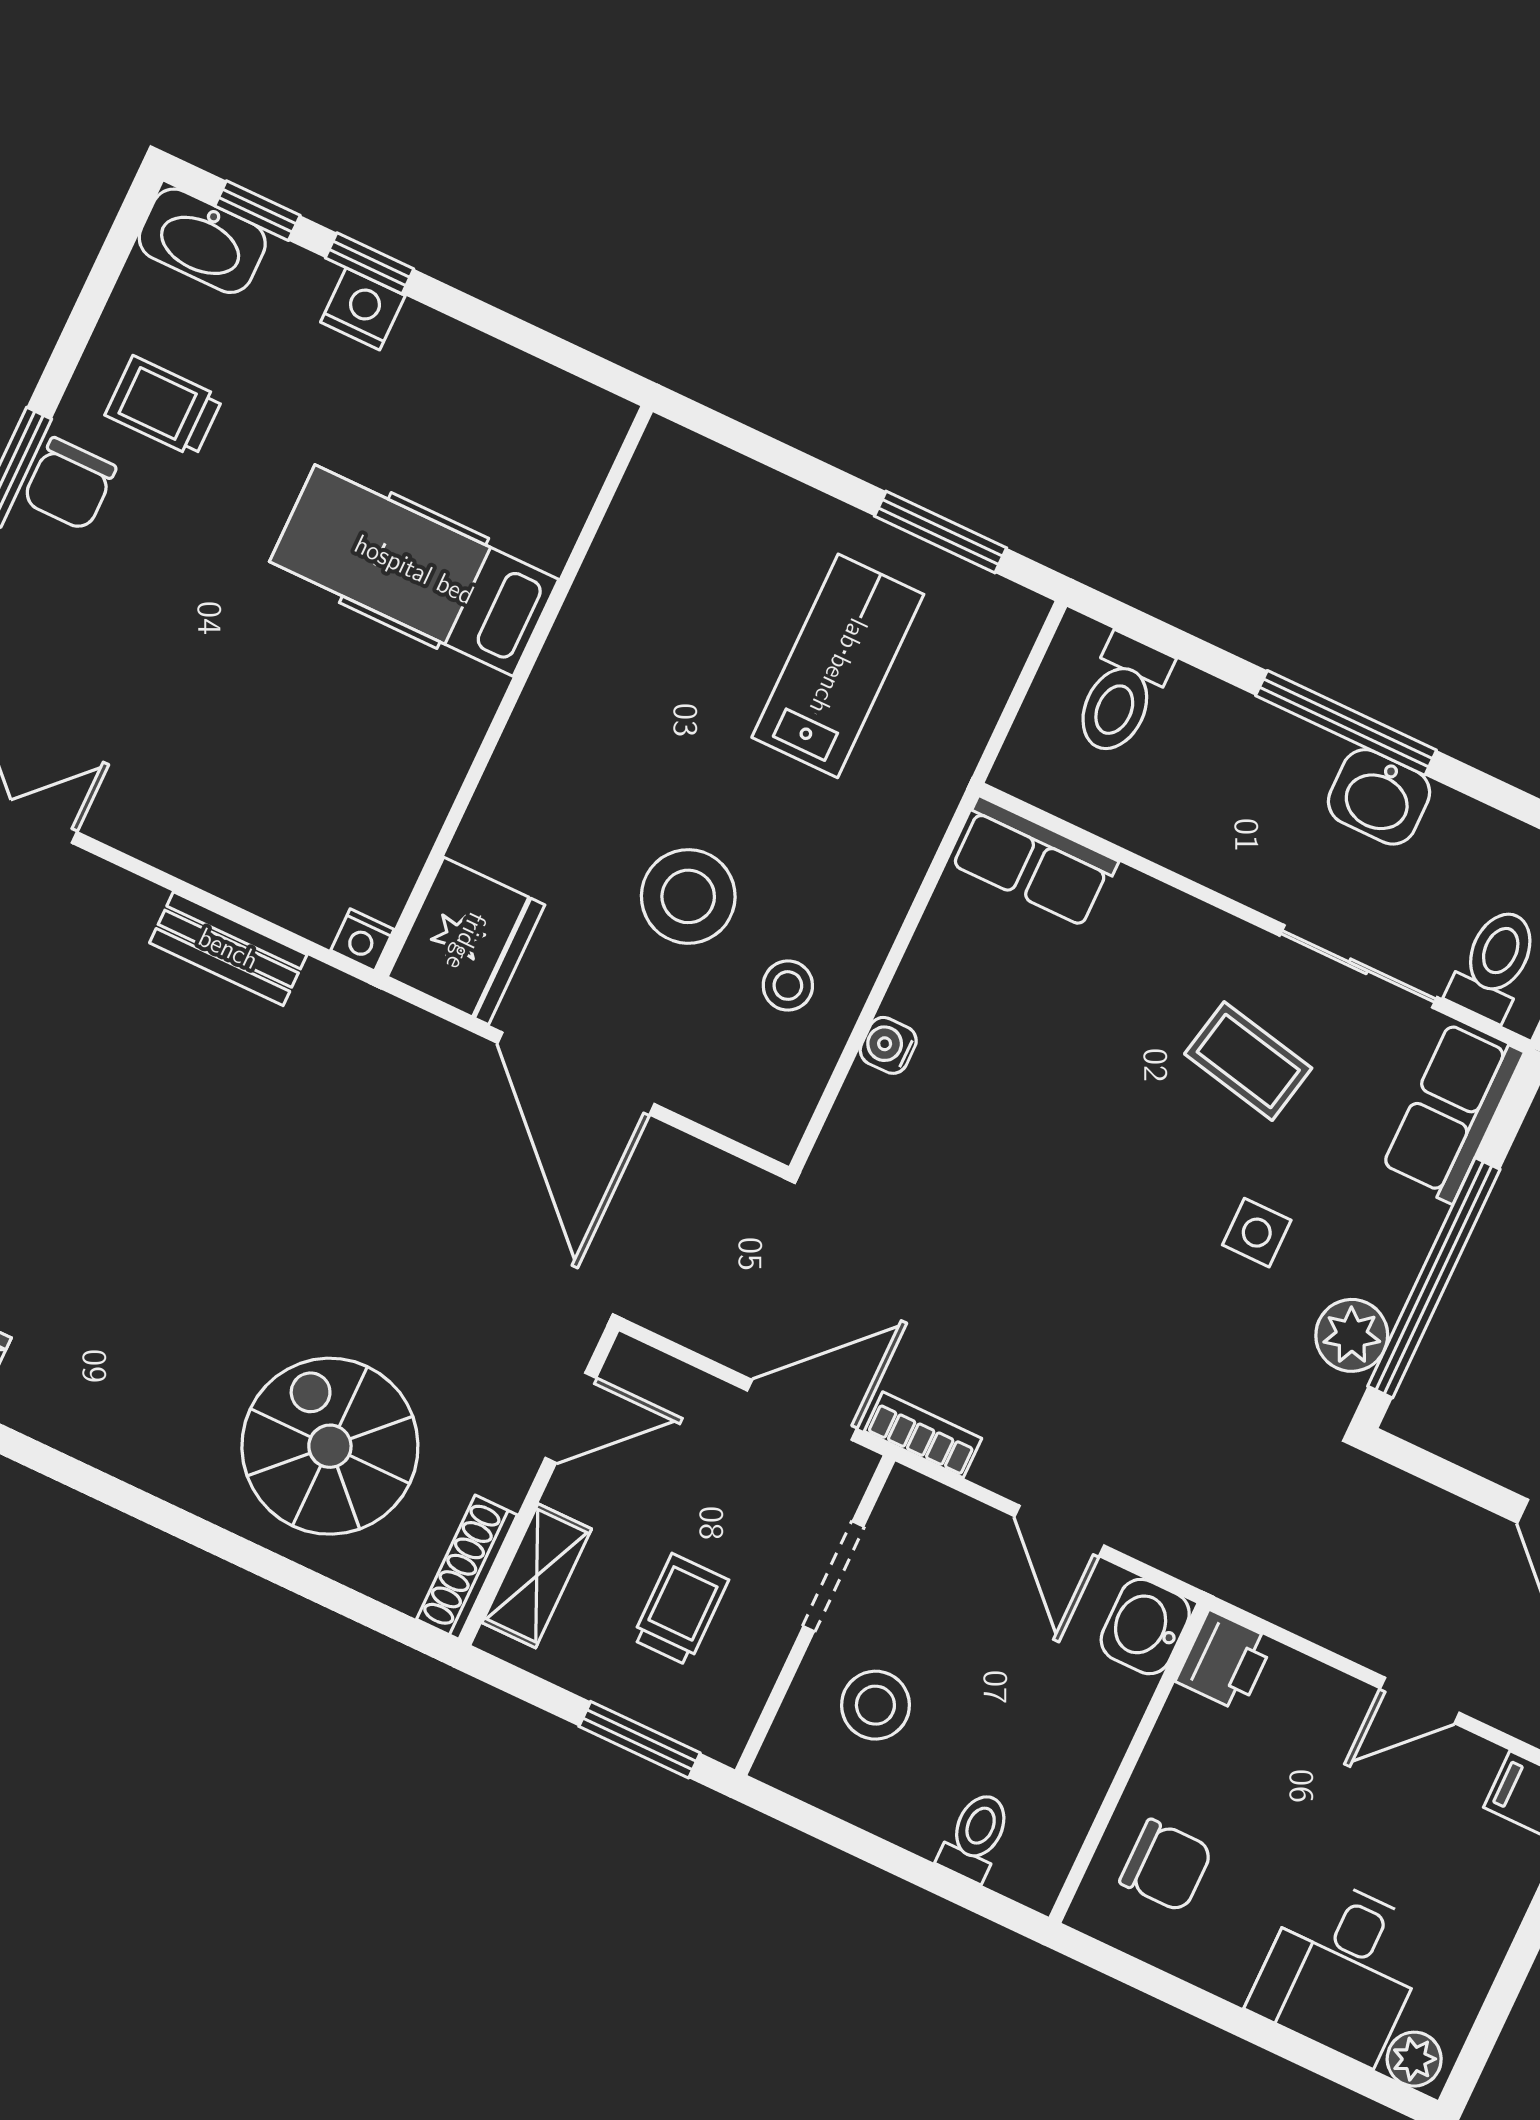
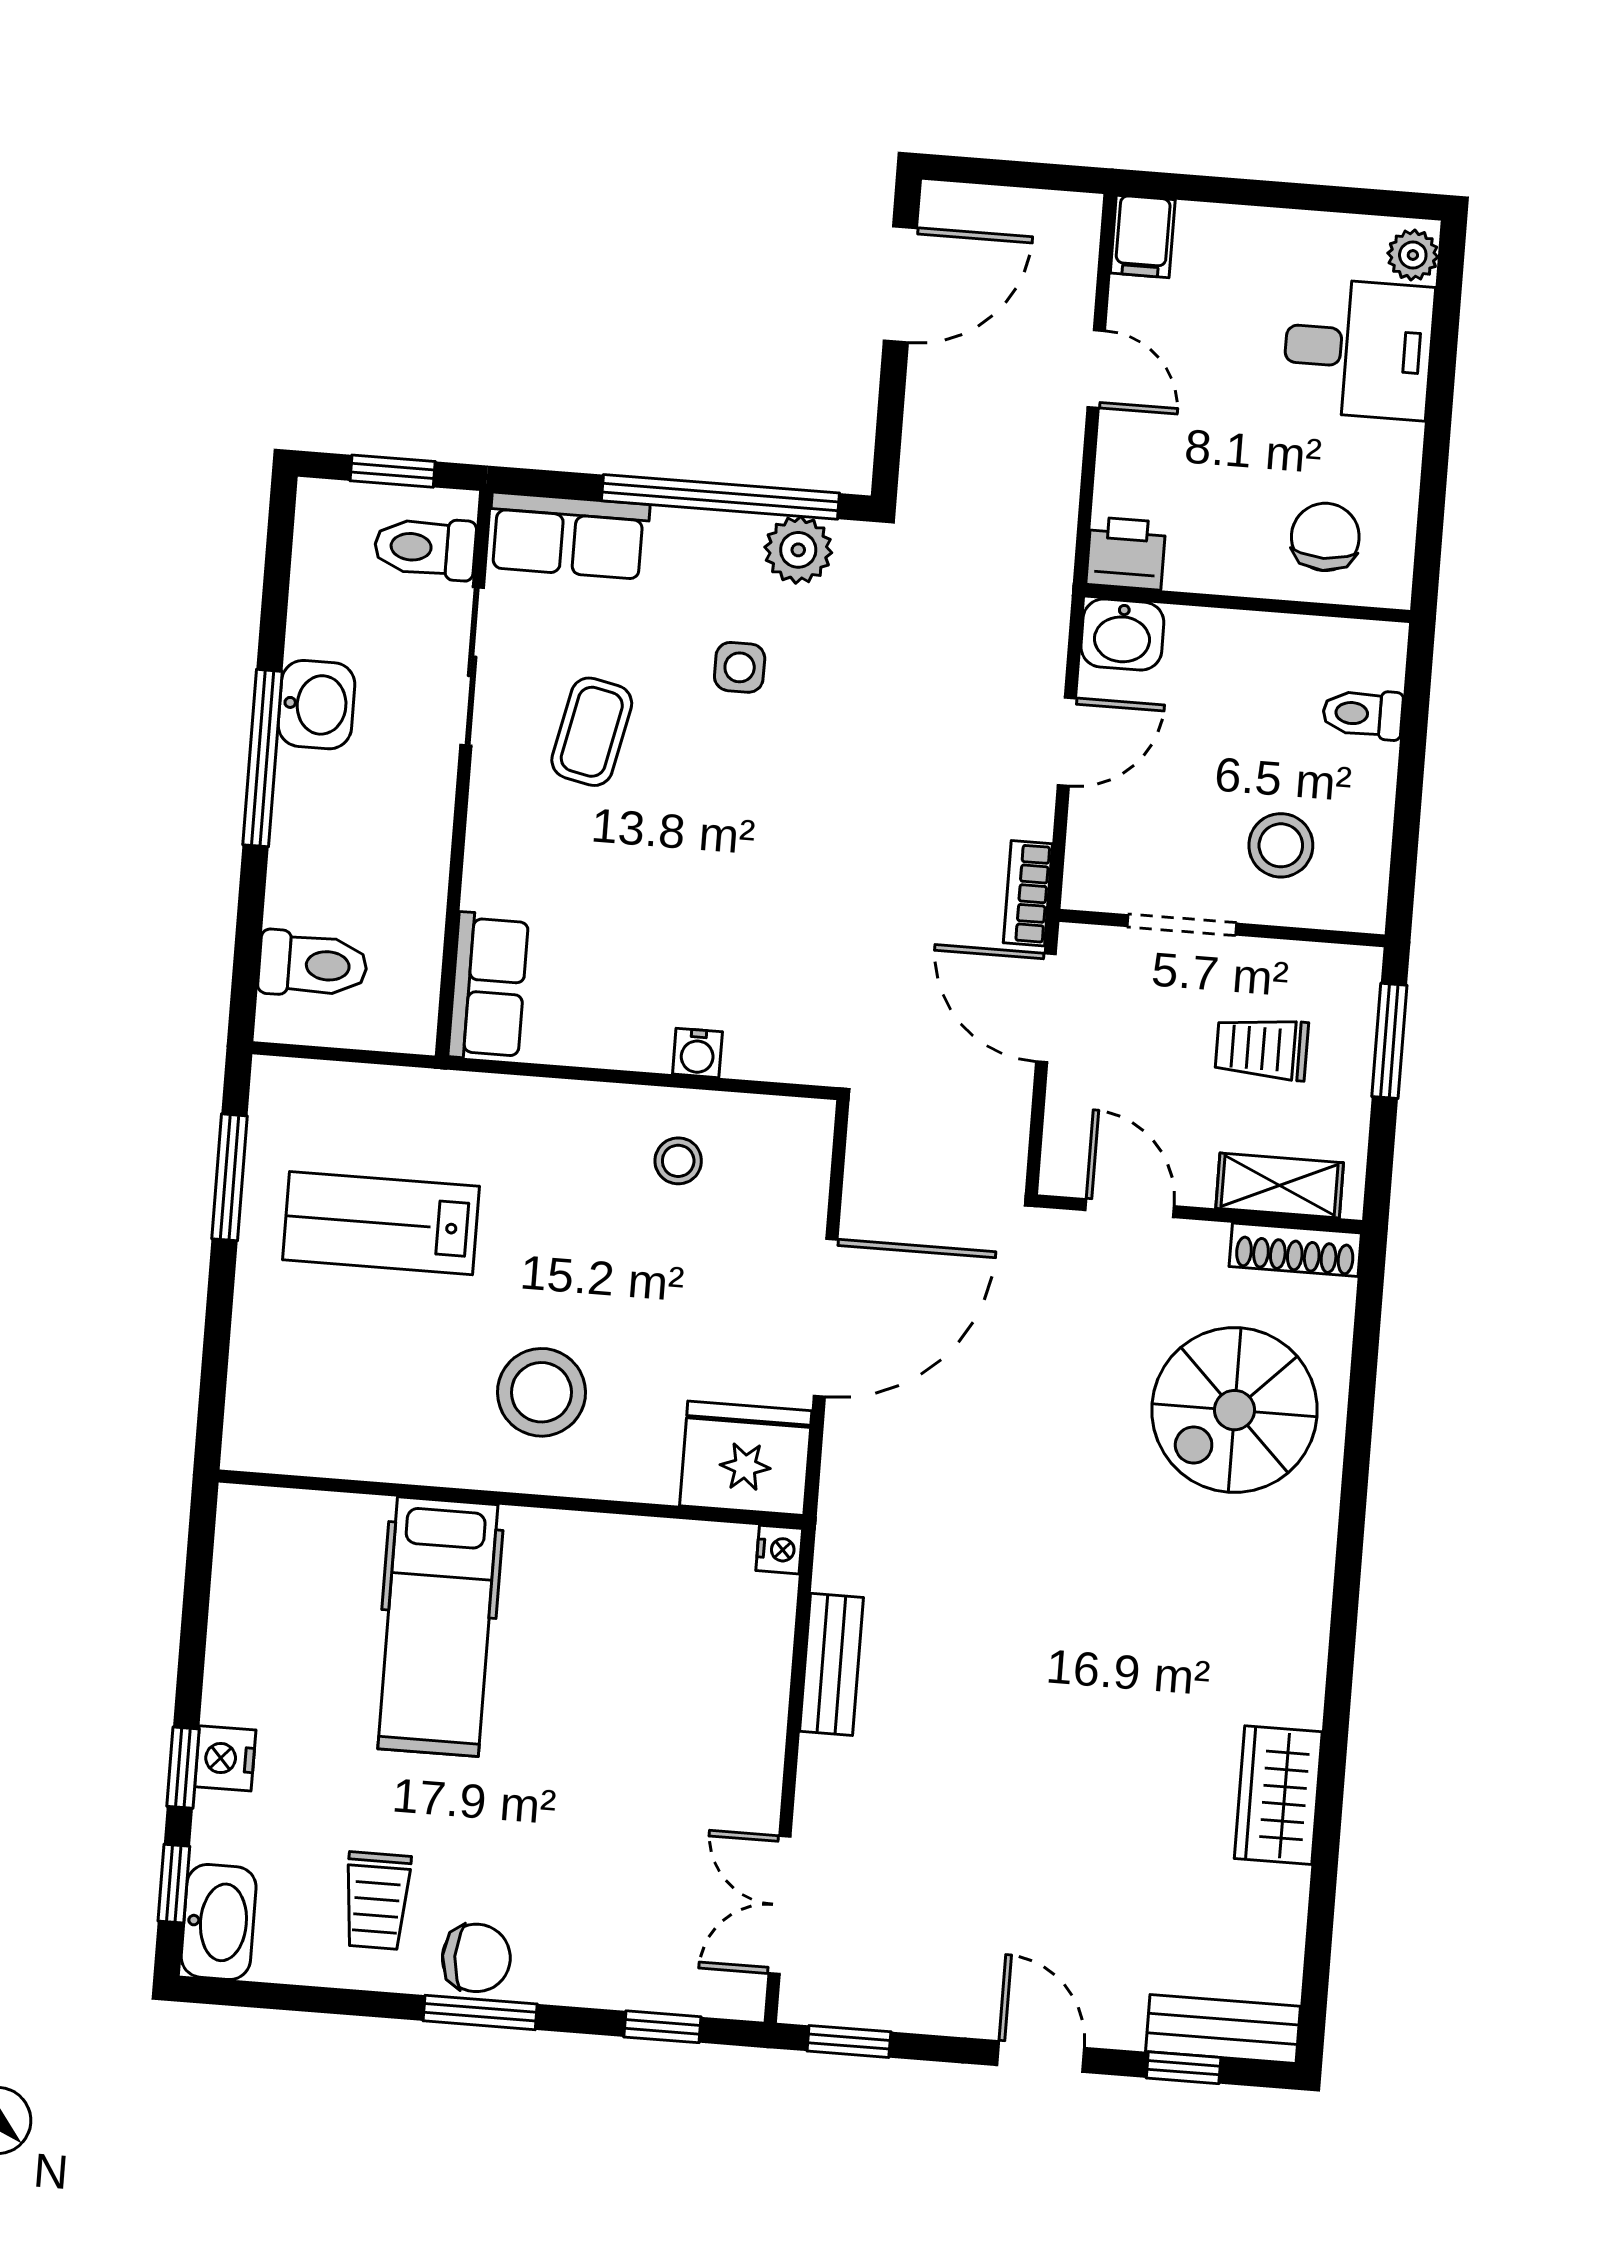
stool: (688, 896) -> (541, 1392), moved

